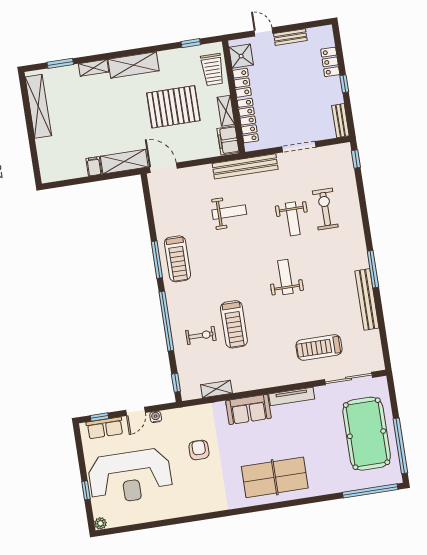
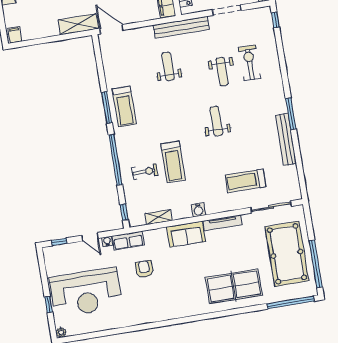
filing cabinet: (94, 166) -> (15, 35), moved
weight bench: (229, 212) -> (168, 66), turned -90
water cooler: (263, 381) -> (198, 210), added
door: (136, 411) -> (90, 237), hinge flipped
row of seats: (105, 428) -> (128, 241), moved
table tennis table: (275, 477) -> (234, 286), moved

